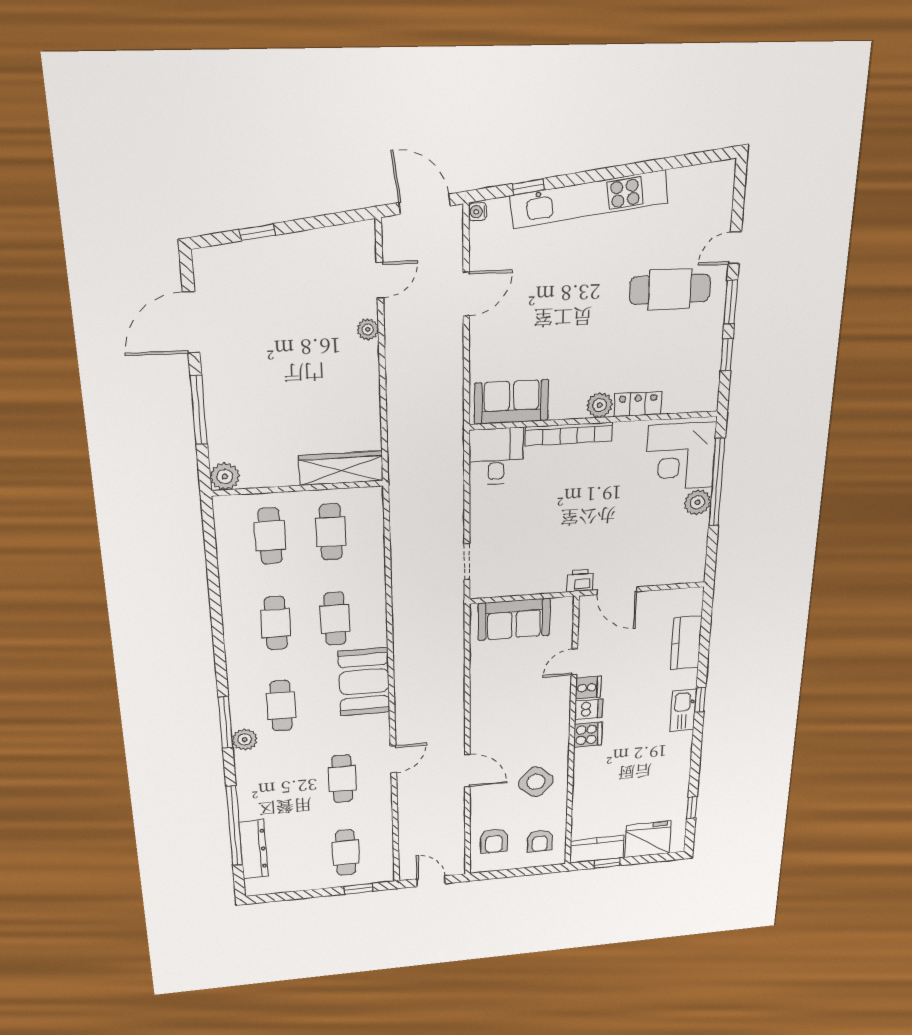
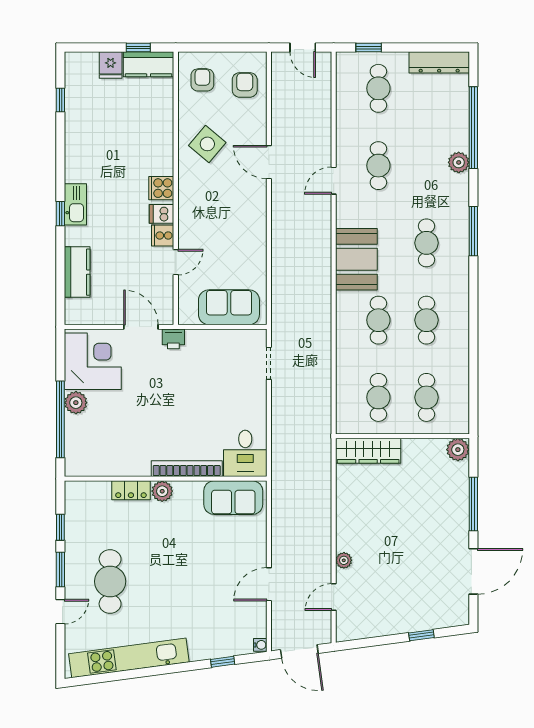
kitchen unit: (589, 199) -> (129, 658), moved
cafe table: (670, 289) -> (110, 581), turned 90
corner desk: (681, 456) -> (93, 361), moved
plant: (245, 740) -> (459, 162), moved
fridge: (648, 839) -> (111, 65), width x0.53, depth x0.75
dresser: (254, 849) -> (439, 62), moved, turned -90

